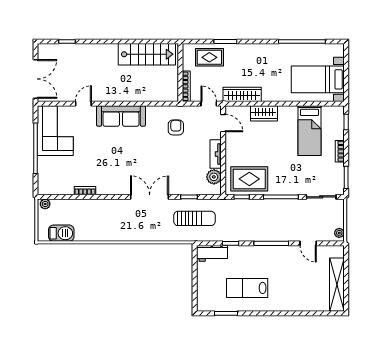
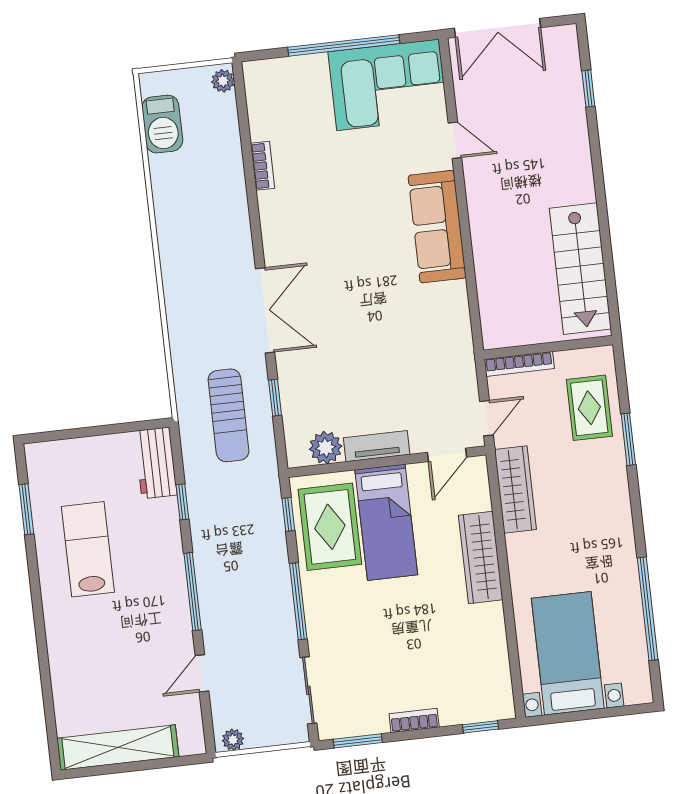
wardrobe: (264, 113) -> (481, 558), width x1.50
armchair: (176, 127) -> (425, 351), removed
bed: (309, 131) -> (386, 522), moved, turned -90

